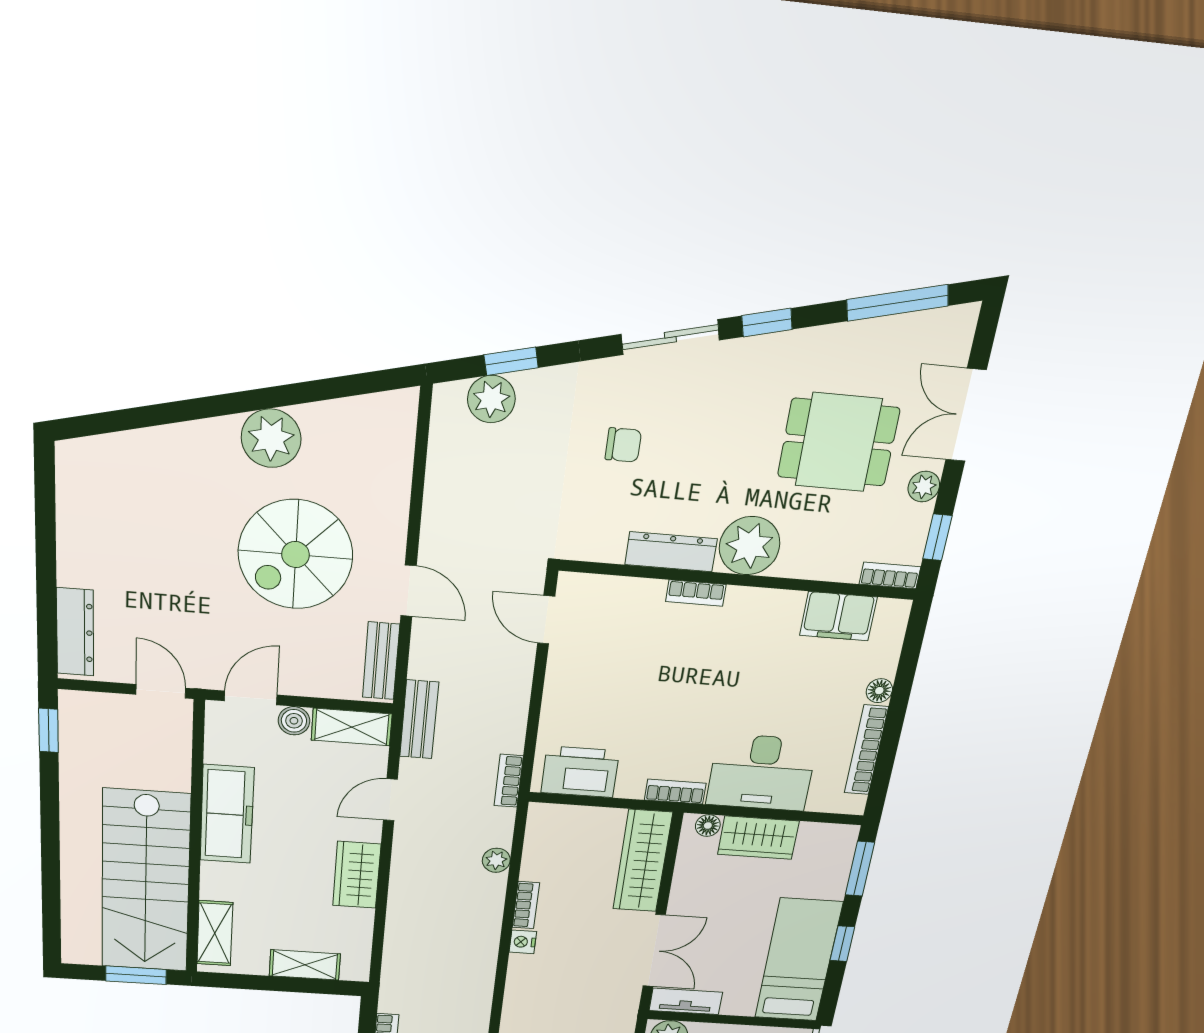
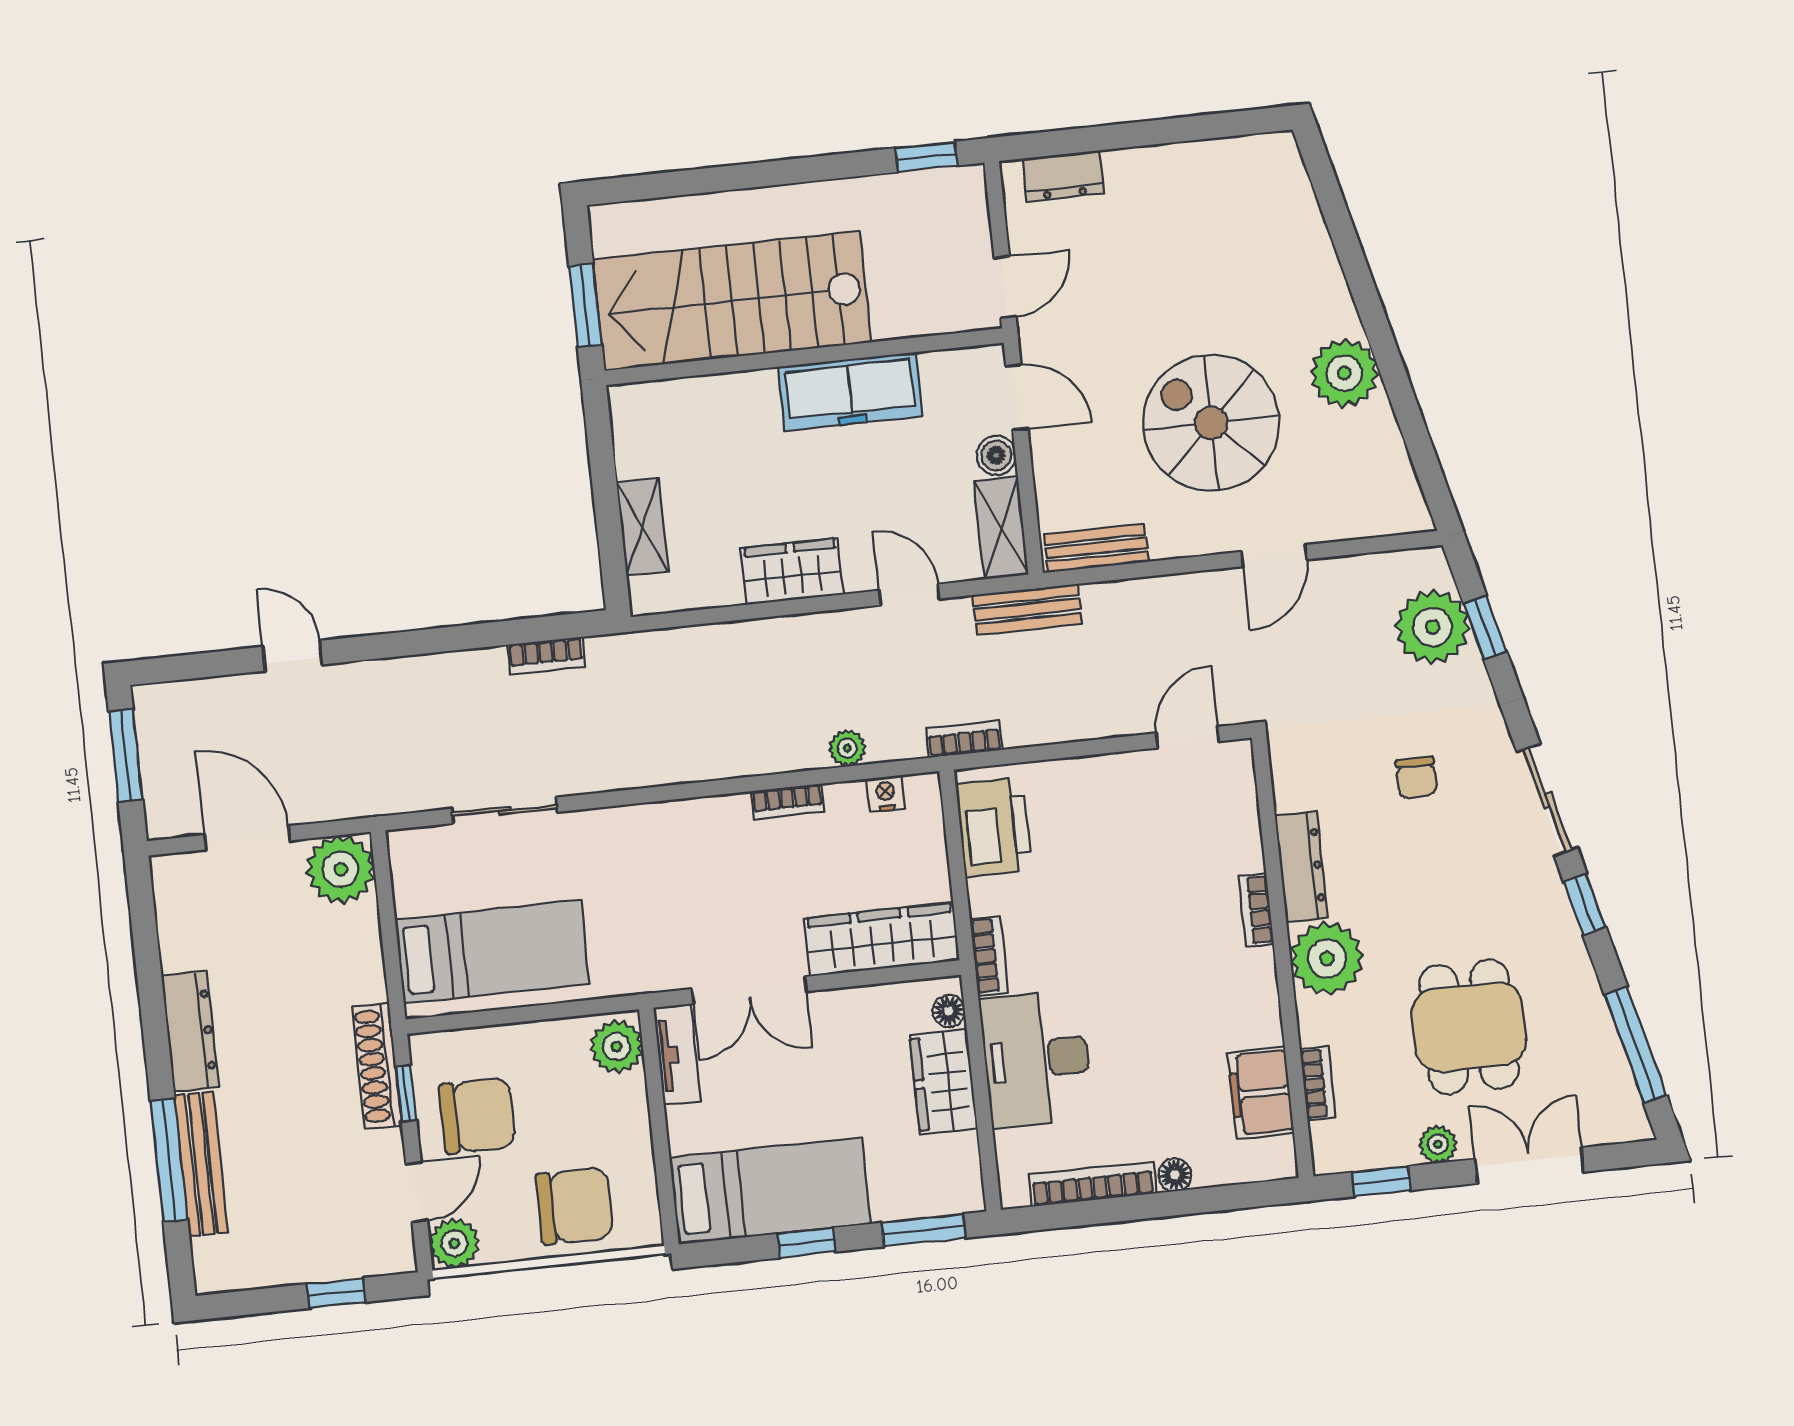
plant: (491, 399) -> (1433, 627), width x1.36, depth x1.36
bookcase: (890, 575) -> (1318, 1084), moved
door: (409, 591) -> (1274, 556), moved
dresser: (75, 632) -> (1063, 176), width x0.70
shelving: (215, 933) -> (670, 401), removed
nightstand: (523, 942) -> (885, 794), moved

